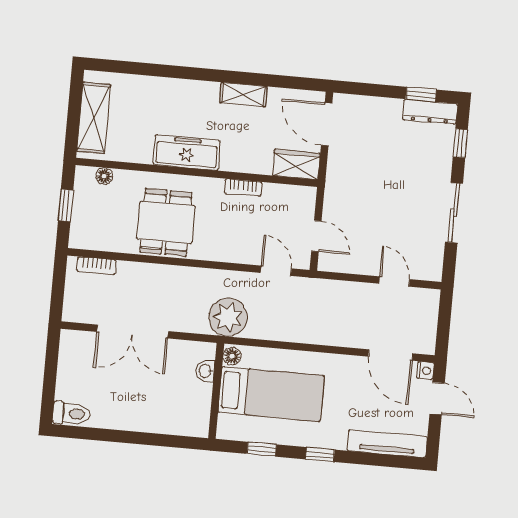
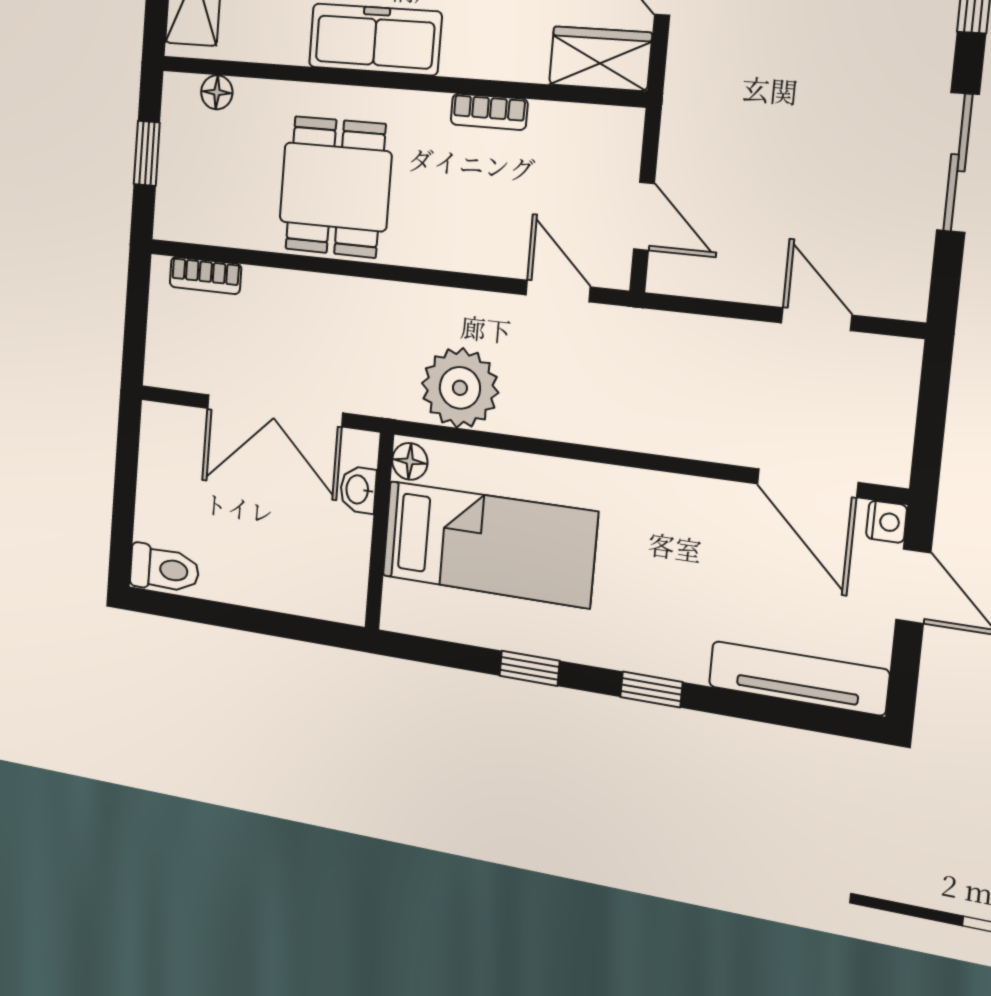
floor lamp: (232, 356) -> (410, 461), moved
washbasin: (205, 371) -> (358, 490), moved
wall: (216, 391) -> (379, 531), moved
bed: (271, 394) -> (489, 544), moved

